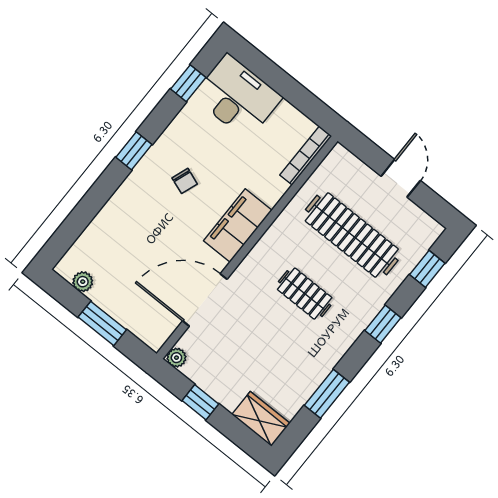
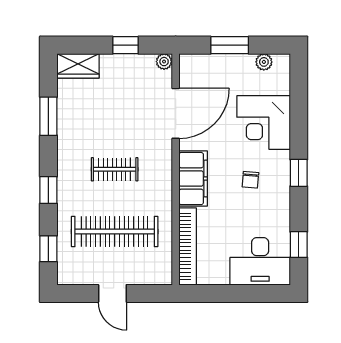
bookcase: (306, 155) -> (188, 246), width x1.48, depth x1.31
chair: (185, 181) -> (250, 180), turned -105
corner desk: (129, 225) -> (264, 123), added

